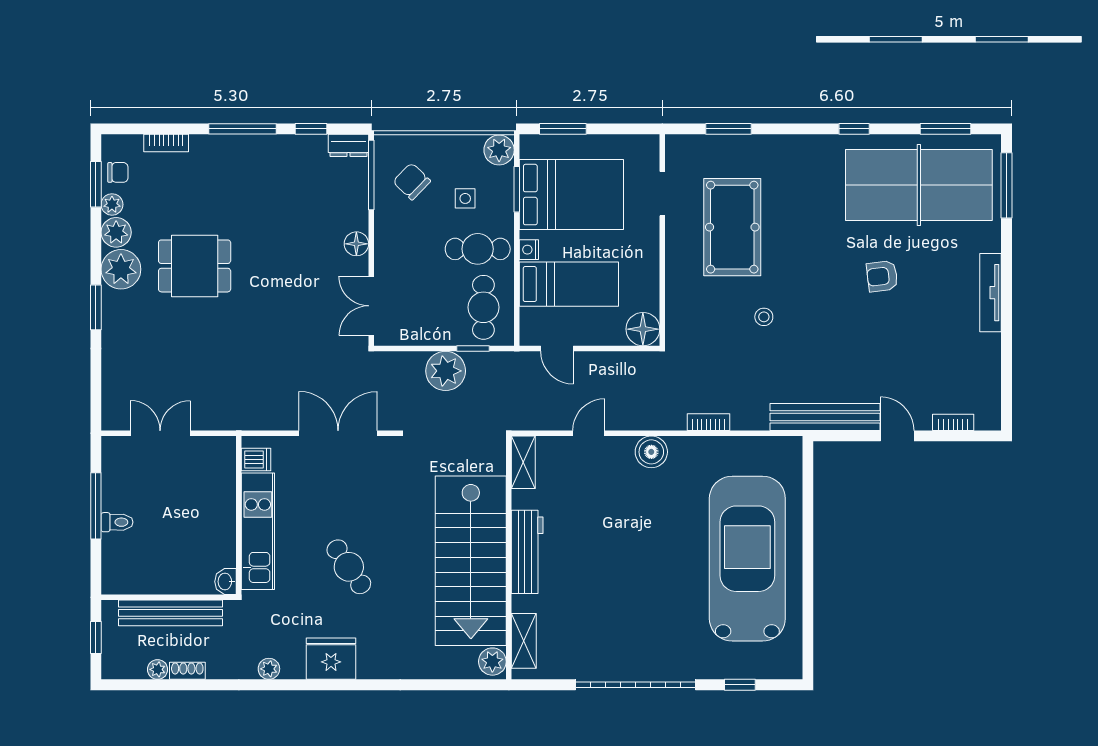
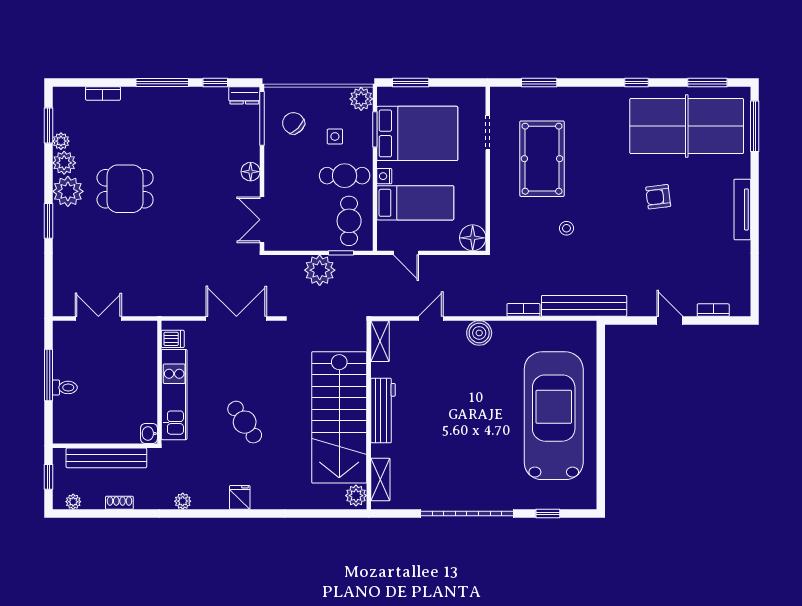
chair: (118, 172) -> (66, 116), removed
bench: (825, 417) -> (584, 306), moved
fridge: (331, 659) -> (240, 497), width x0.53, depth x0.75
plant: (158, 669) -> (73, 502), moved

